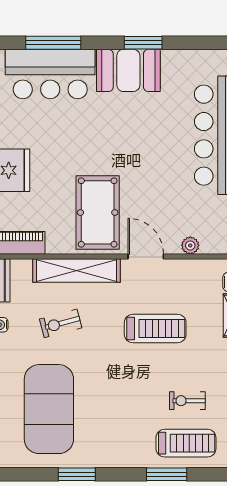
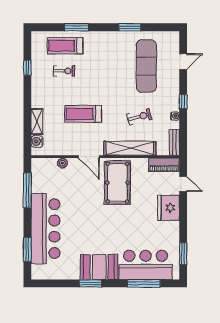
exercise mat: (49, 409) -> (146, 66), width x0.68

